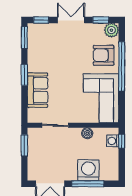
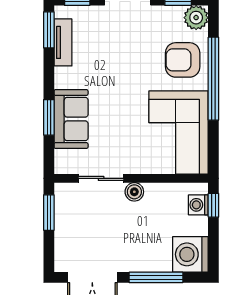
tv unit: (33, 45) -> (63, 42), added
window: (24, 75) -> (49, 117), moved
boiler: (87, 133) -> (134, 192), moved
washing machine: (88, 170) -> (190, 254), moved, turned -90

